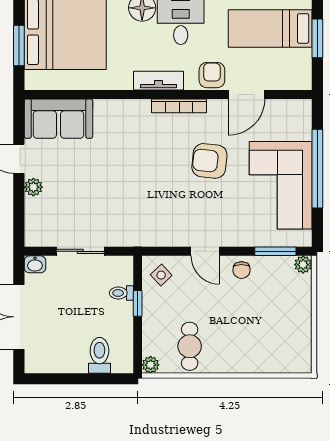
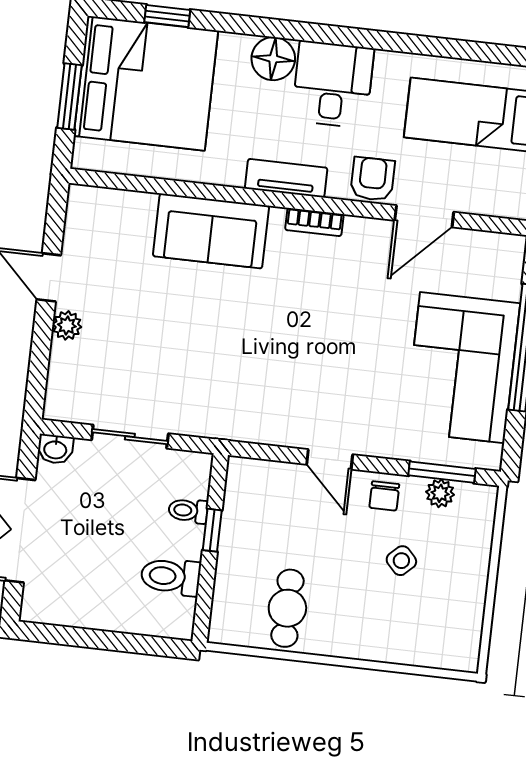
bookcase: (179, 106) -> (314, 222), width x0.64
sofa: (58, 119) -> (211, 231), moved
armchair: (209, 161) -> (353, 316), removed
plant: (303, 265) -> (440, 493), moved
side table: (161, 275) -> (401, 561), moved
toilet: (99, 355) -> (171, 577), moved, turned -90
plant: (151, 365) -> (222, 631), removed

